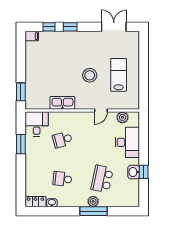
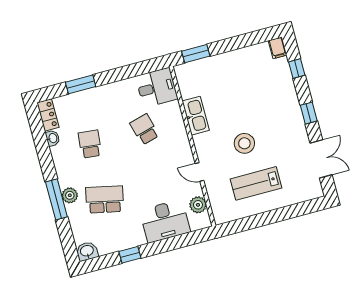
window: (70, 27) -> (309, 113), moved
lab bench: (119, 75) -> (256, 183), turned 180
window: (21, 144) -> (81, 84), moved
washbasin: (134, 172) -> (87, 251), moved

